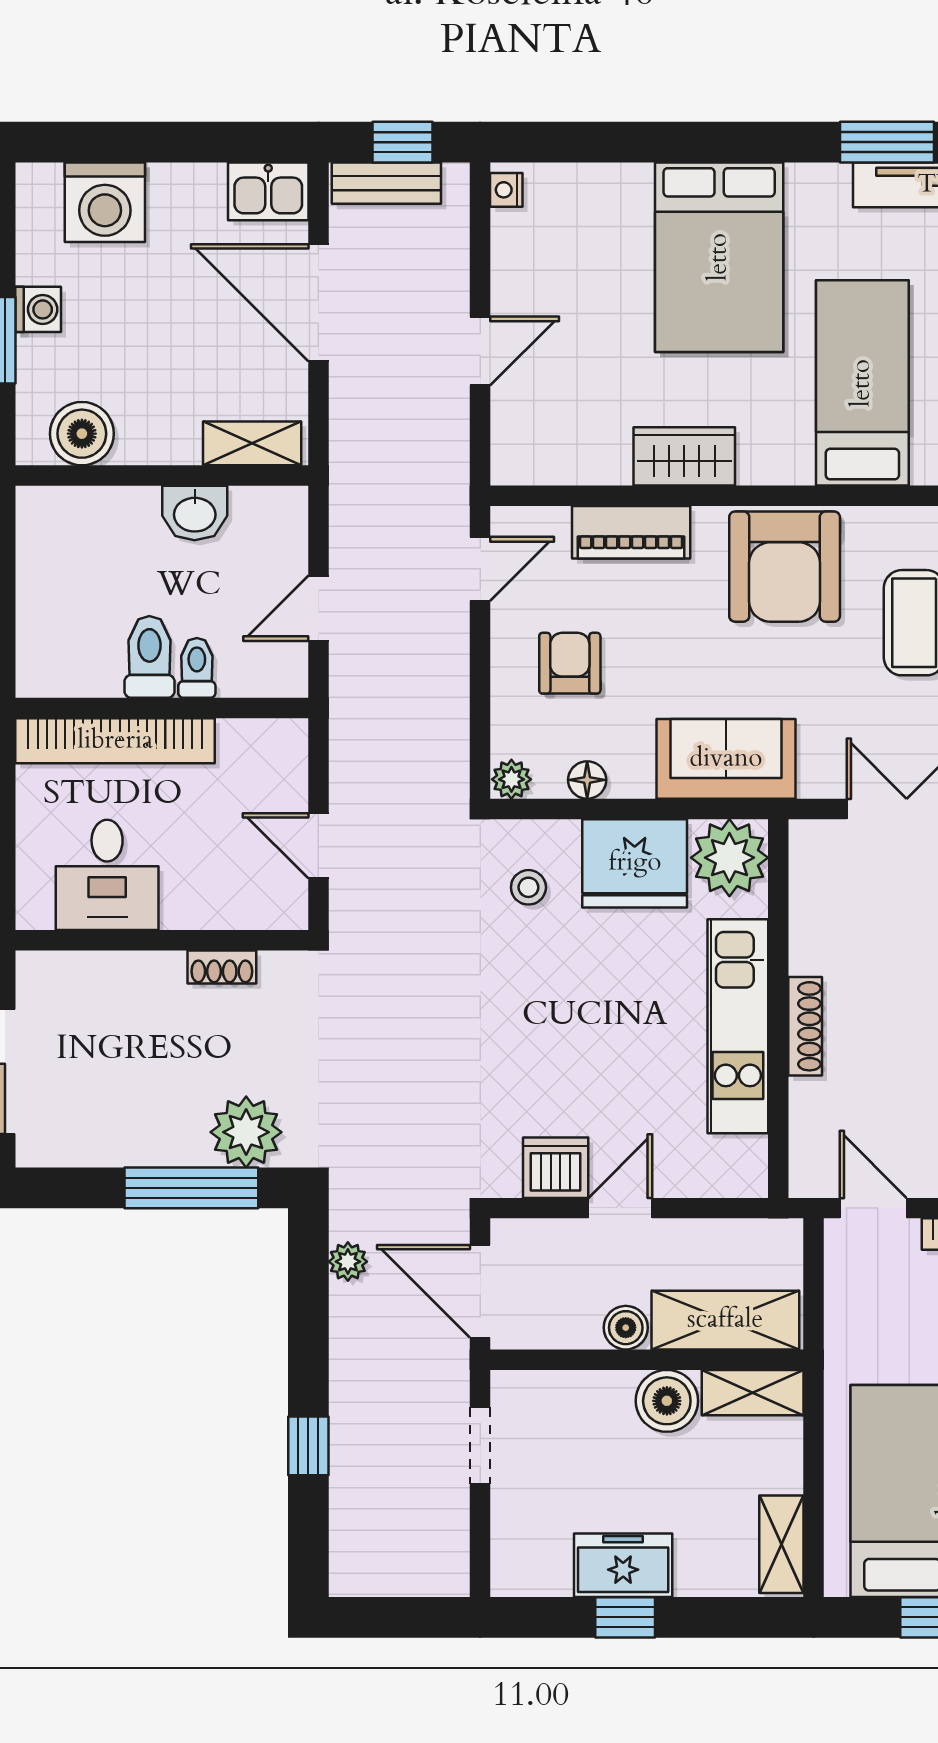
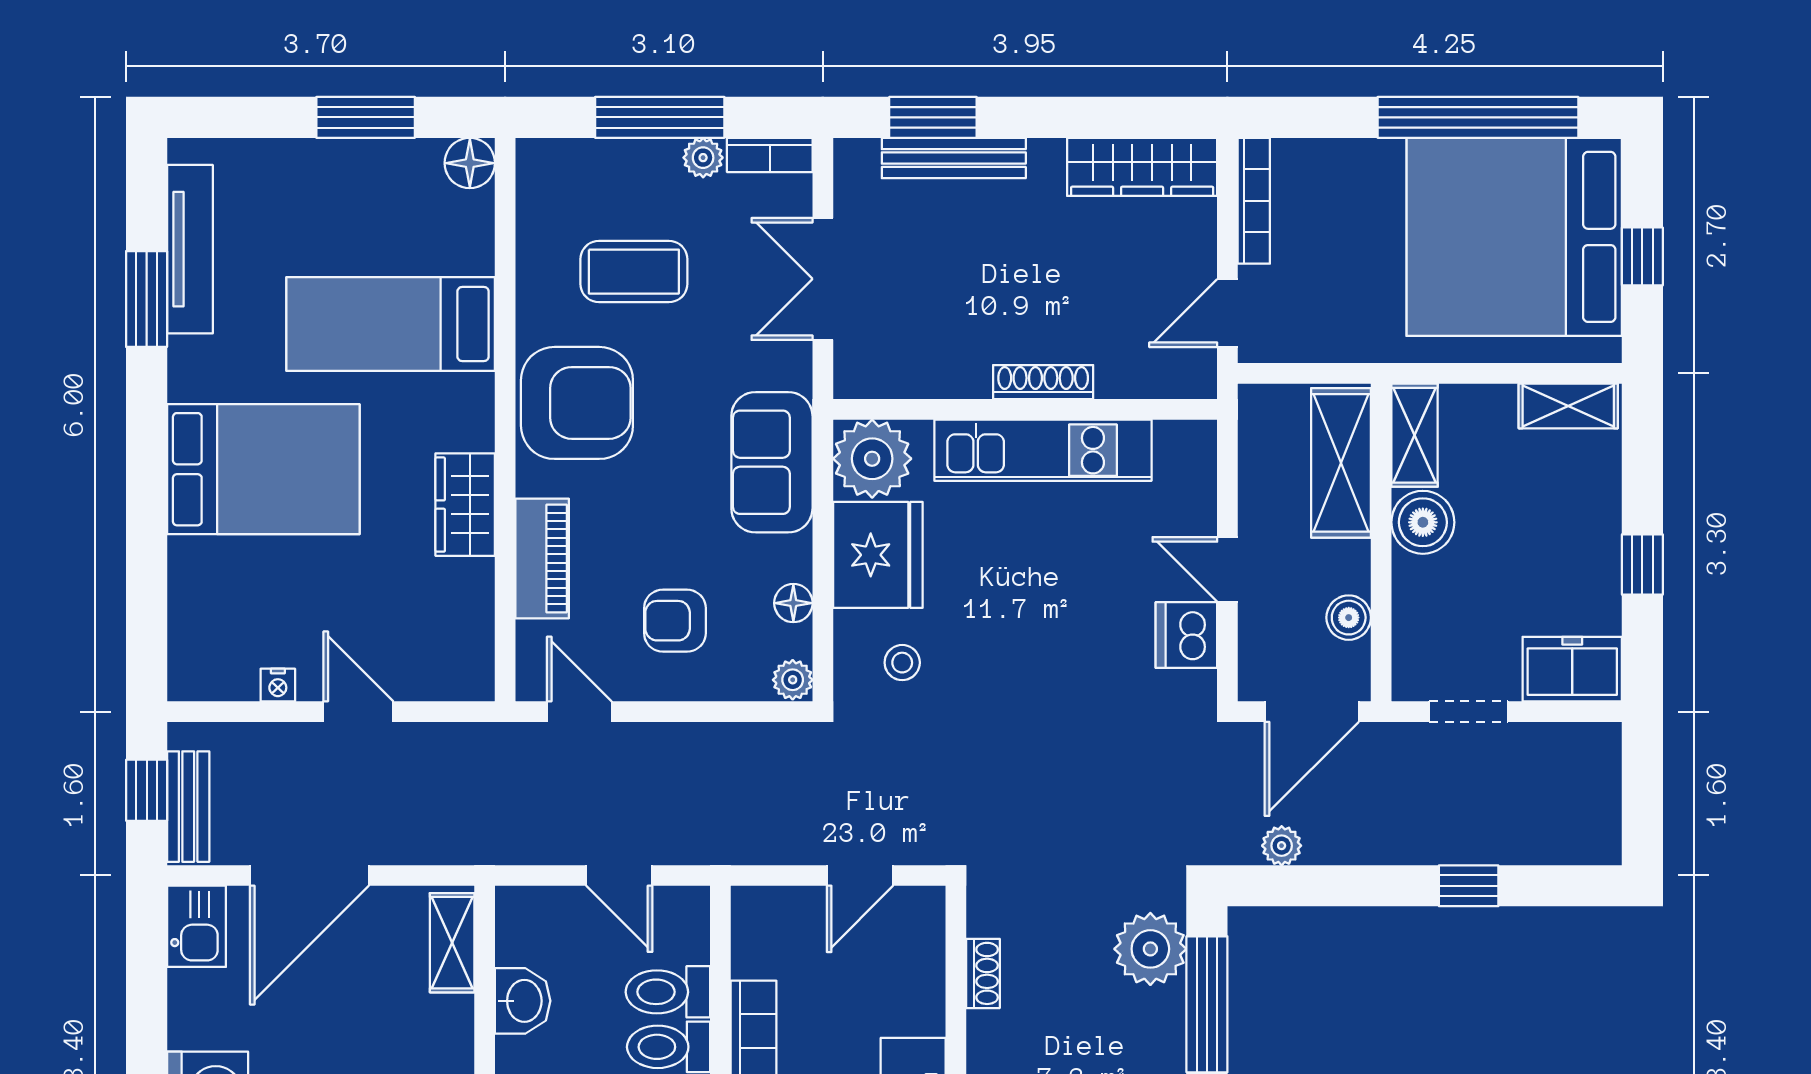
nightstand: (506, 190) -> (278, 685), moved
toilet: (197, 668) -> (668, 992), width x1.37, depth x1.39
boiler: (626, 1328) -> (1349, 618), moved
freezer: (623, 1565) -> (1572, 669), moved, turned 90

